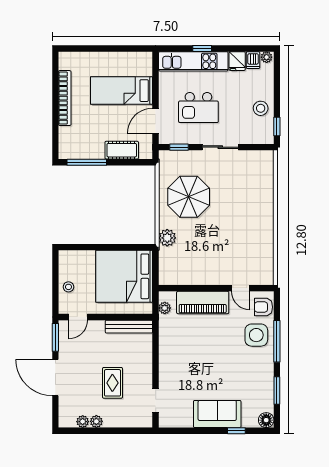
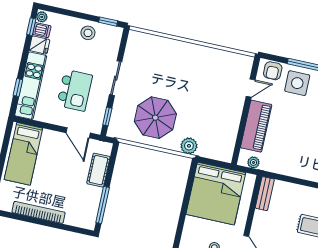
window: (202, 49) -> (18, 87), moved
window: (254, 49) -> (31, 27), added
bed: (122, 91) -> (23, 154), moved
bench: (129, 327) -> (265, 194), width x0.73

